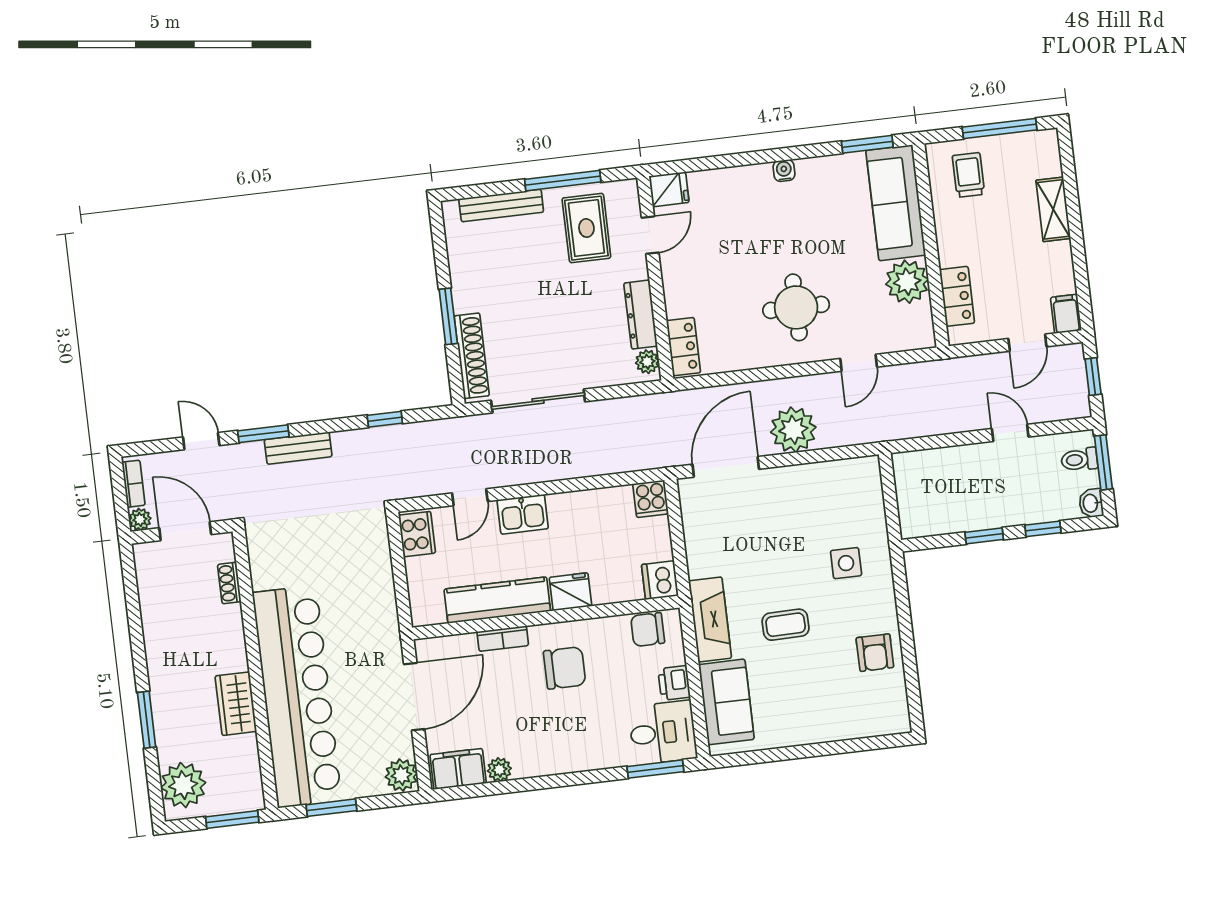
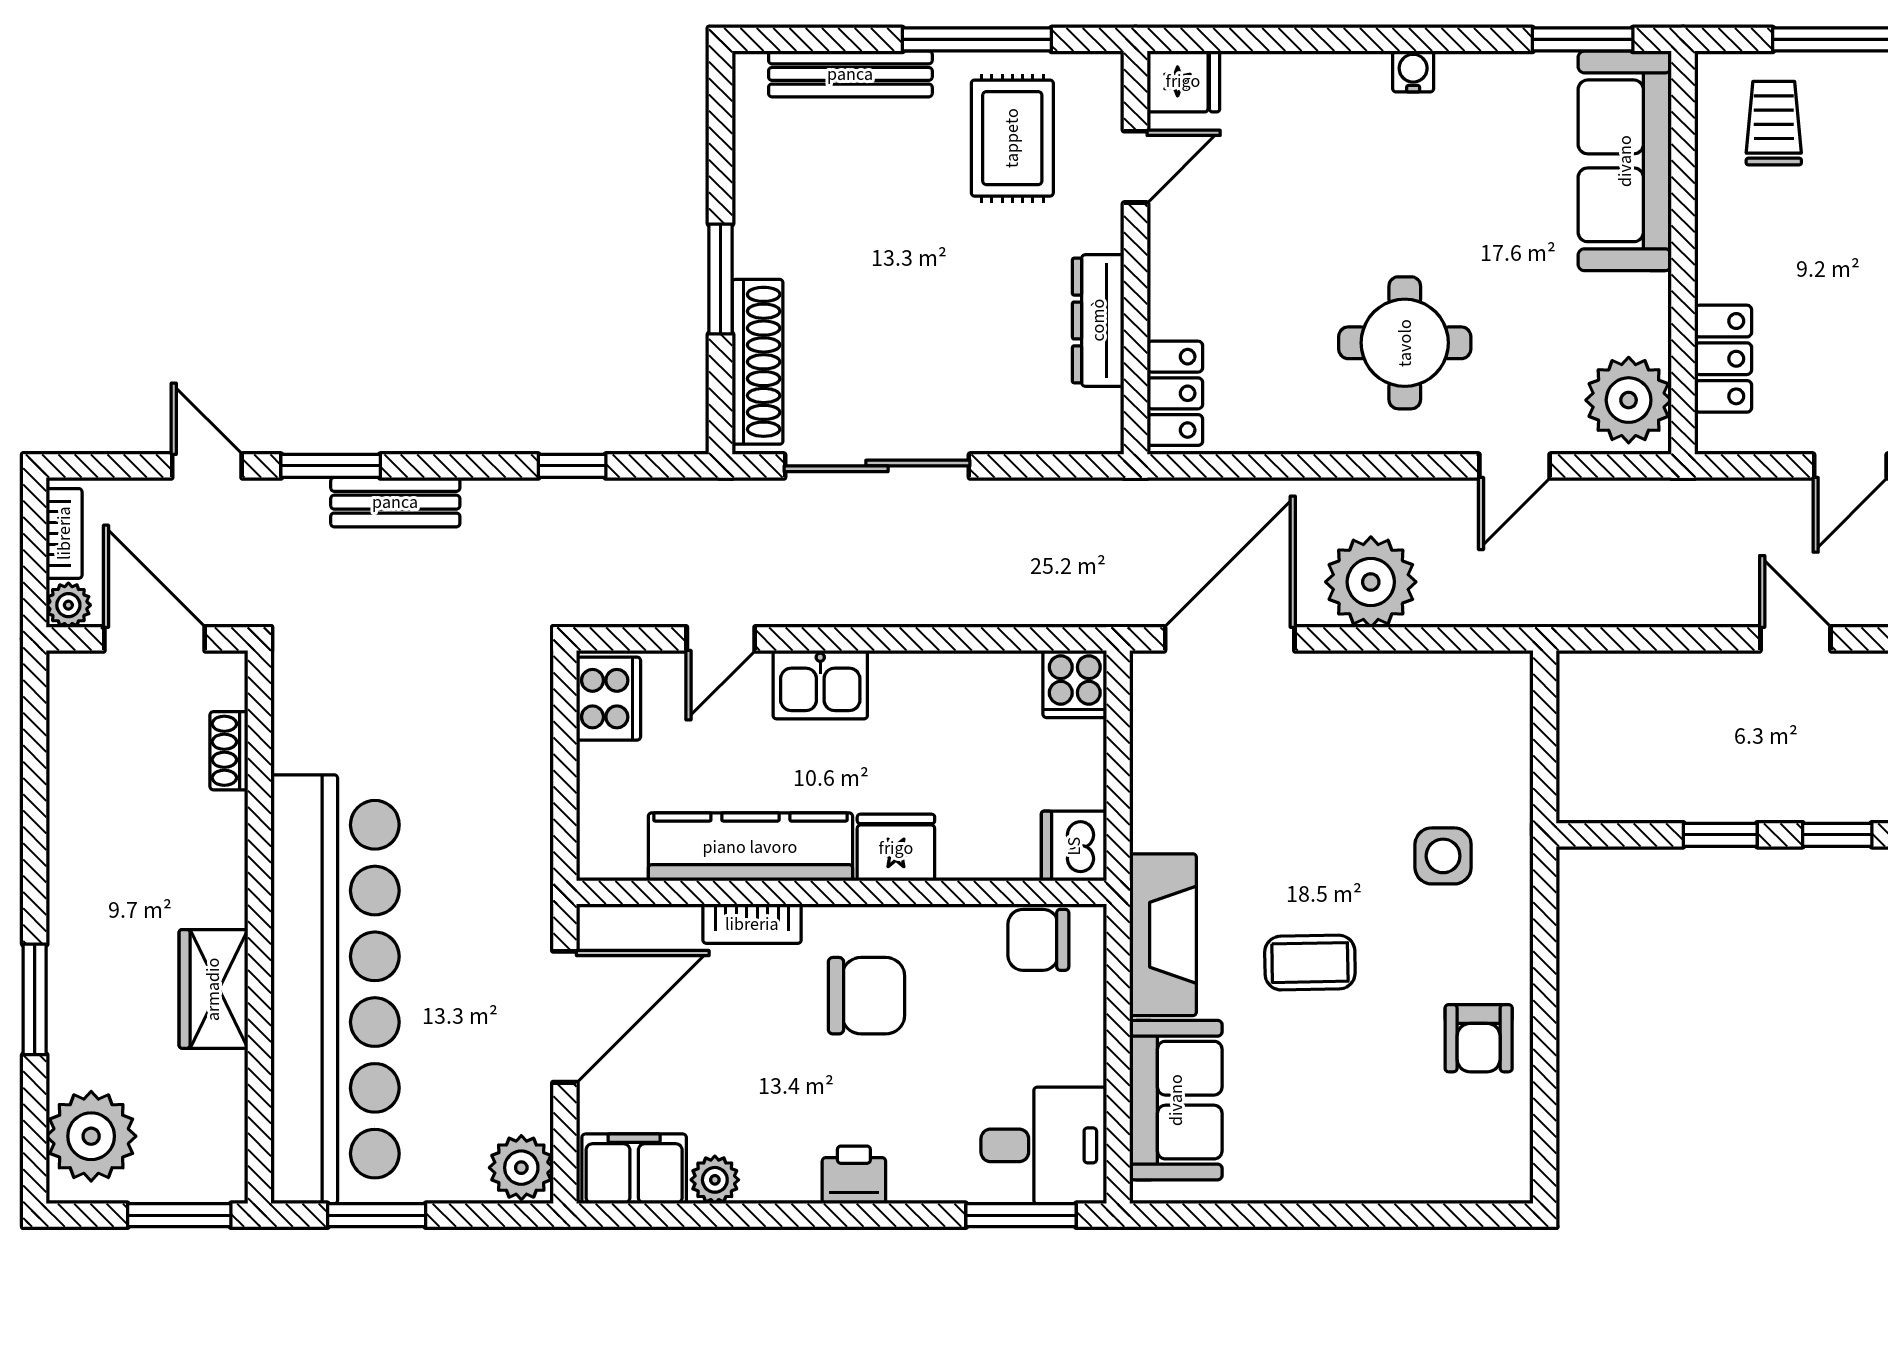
plant: (907, 282) -> (1629, 400), moved
plant: (647, 362) -> (1100, 414), removed
printer: (674, 683) -> (854, 1175), moved, turned 90

